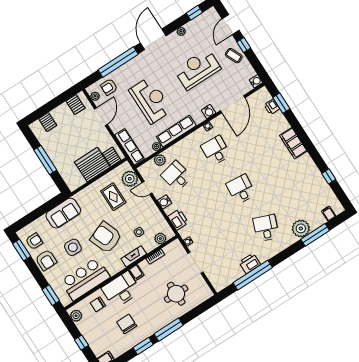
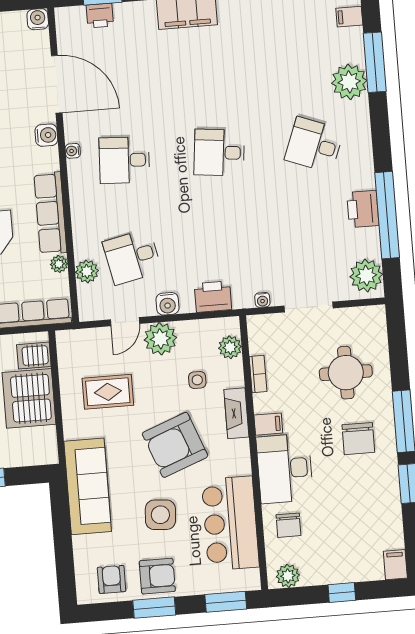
plant: (130, 179) -> (160, 339), moved
sofa: (63, 213) -> (88, 486), width x1.36
window: (22, 250) -> (154, 608), moved
plant: (222, 280) -> (366, 276), added
chair: (127, 324) -> (358, 439), moved, turned -90

